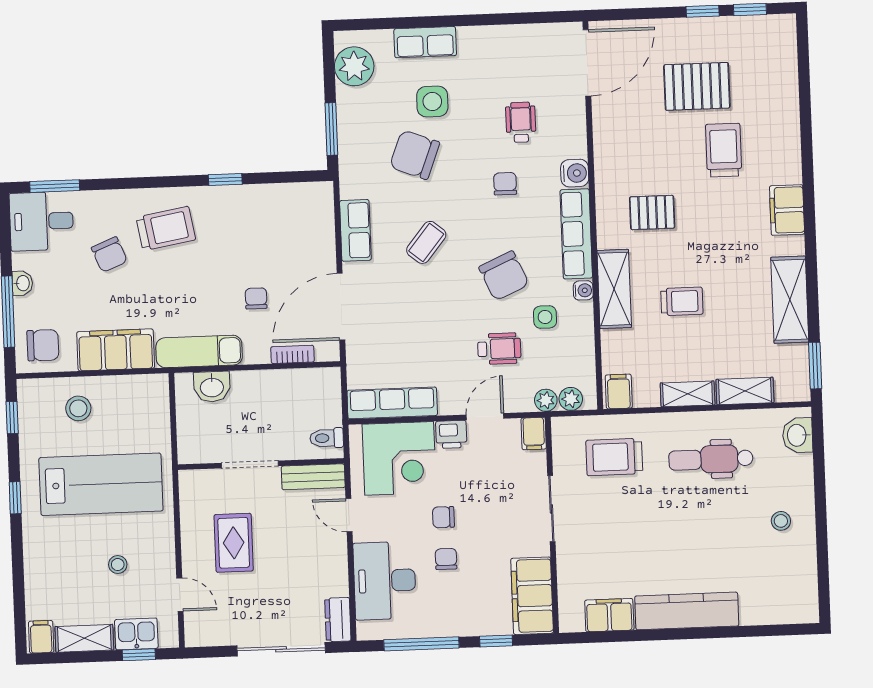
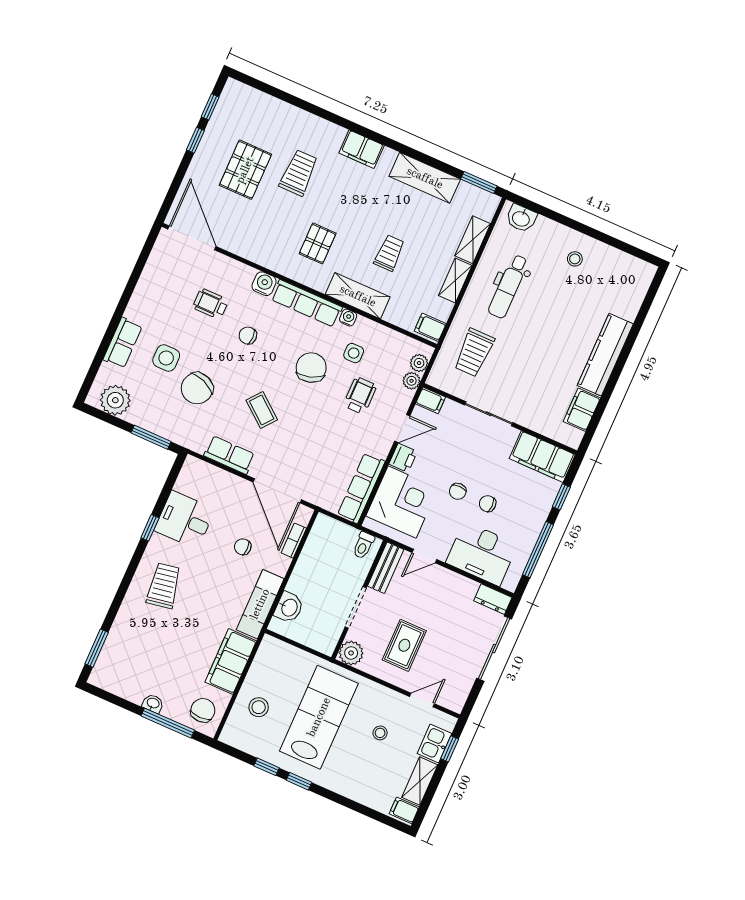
trolley: (724, 150) -> (299, 173), turned 90
desk: (41, 221) -> (185, 520), moved, turned 90
chair: (109, 255) -> (163, 634), removed
chair: (504, 276) -> (311, 368), turned -84
door: (485, 417) -> (402, 428), swing flipped
window: (12, 418) -> (267, 767), moved
plant: (194, 485) -> (351, 653), added
rug: (234, 543) -> (404, 645), turned 90

